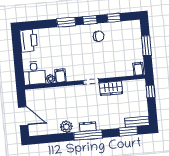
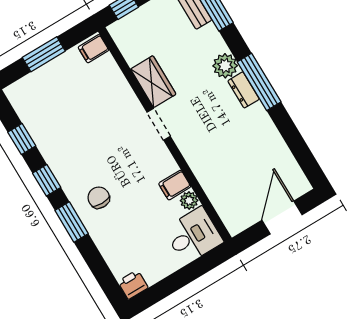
chair: (99, 36) -> (99, 198), moved
printer: (28, 41) -> (133, 285), width x0.53, depth x0.68
plant: (66, 127) -> (225, 66), moved

